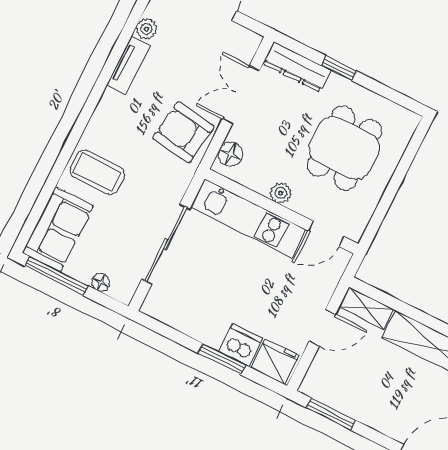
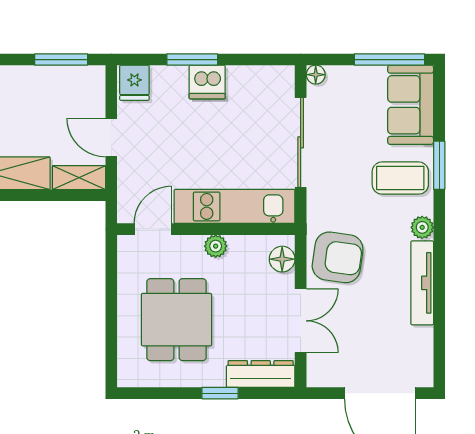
plant: (147, 29) -> (422, 227), moved
tv unit: (128, 65) -> (422, 283), width x1.41
window: (60, 167) -> (439, 165), added
floor lamp: (101, 282) -> (316, 75), moved
door: (322, 328) -> (111, 138), hinge flipped
dishwasher: (241, 345) -> (207, 82), moved
fridge: (275, 362) -> (134, 83), width x0.72

